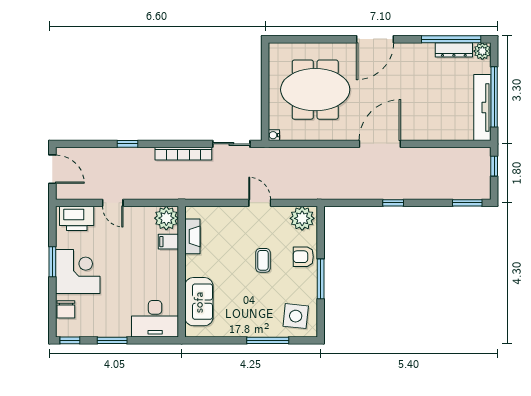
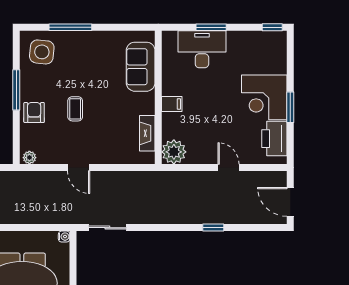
bookcase: (183, 154) -> (156, 218), removed
printer: (77, 218) -> (274, 139), moved, turned -90
plant: (302, 218) -> (29, 158), width x0.53, depth x0.53
filing cabinet: (168, 242) -> (172, 104), moved
armchair: (303, 257) -> (34, 113), turned -90
chair: (66, 309) -> (276, 59), removed
desk: (155, 319) -> (202, 49), moved
window: (112, 340) -> (211, 27), moved

